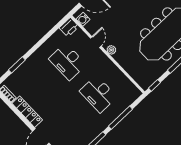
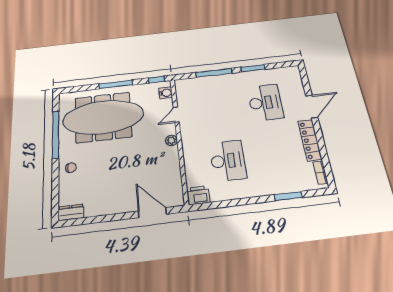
water cooler: (83, 19) -> (166, 93), moved
door: (96, 42) -> (176, 115), moved
desk: (98, 94) -> (265, 103), moved

